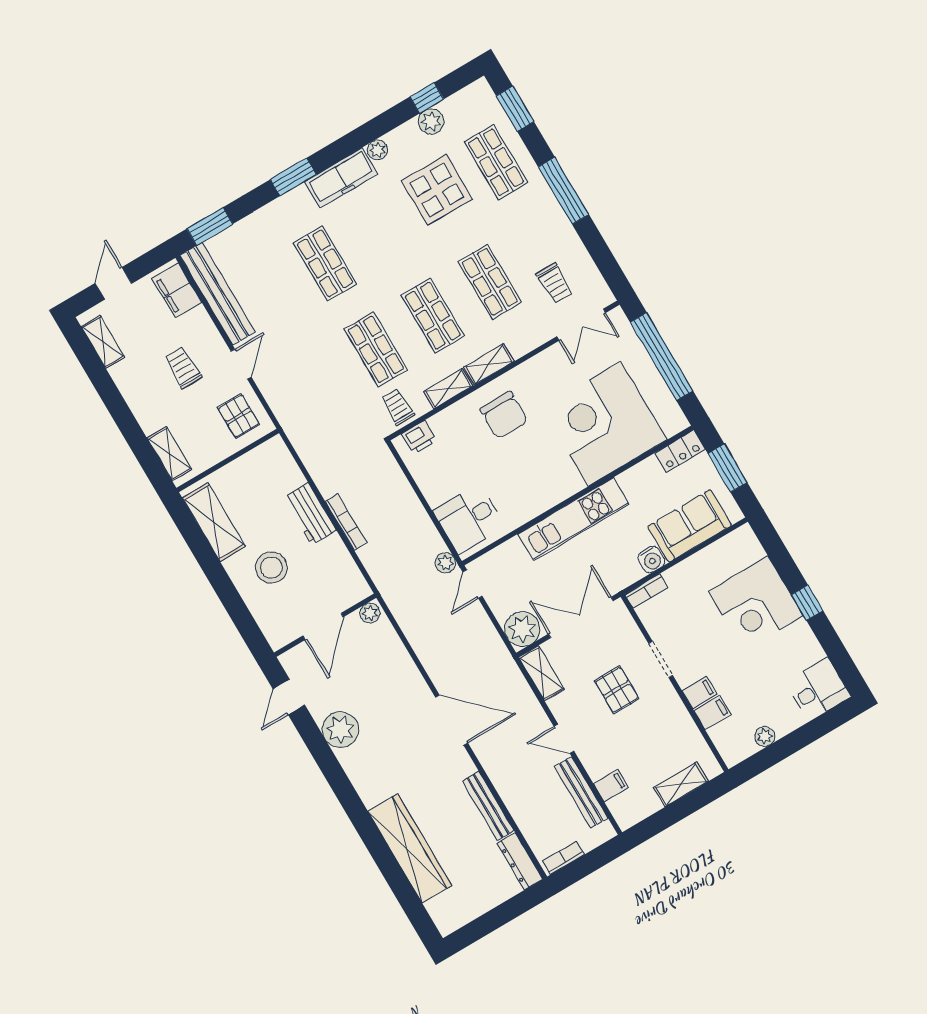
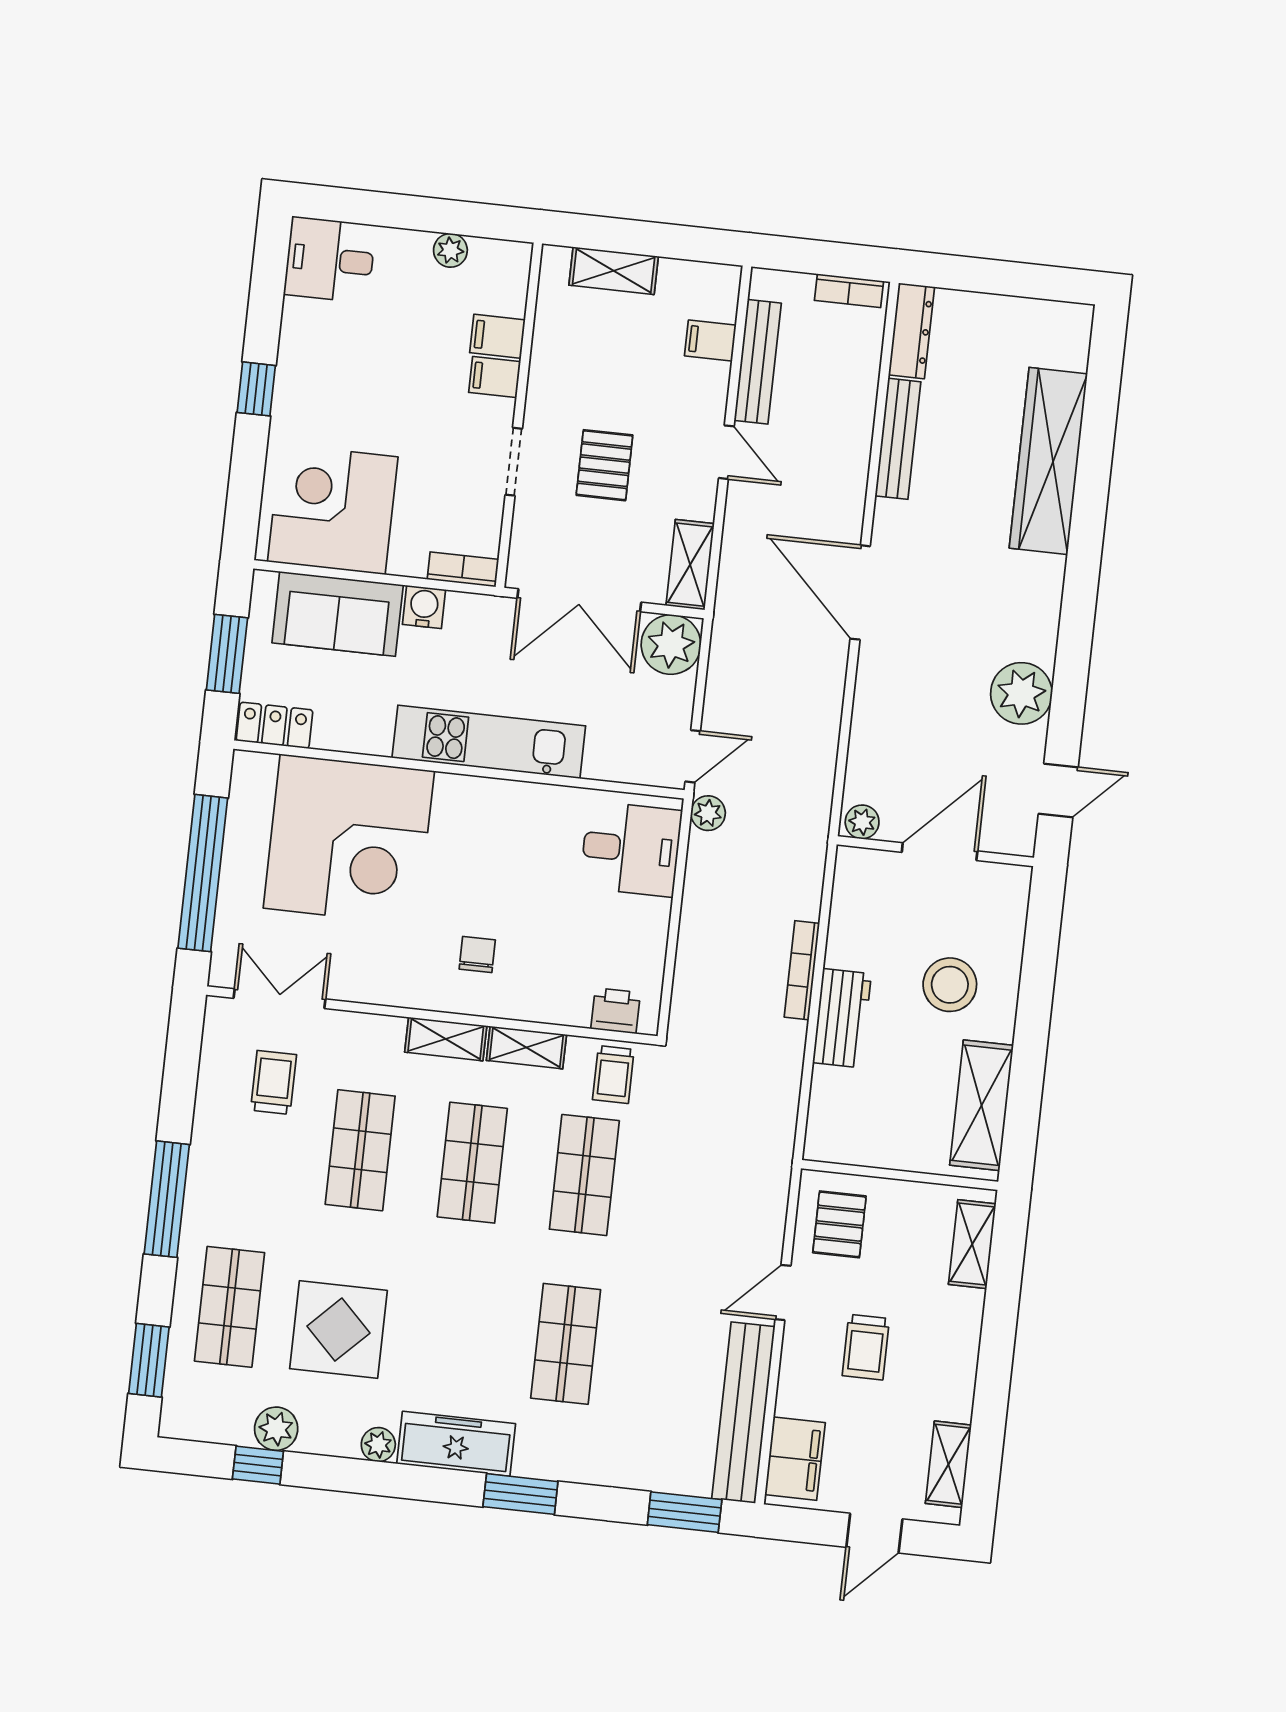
chair: (504, 415) -> (477, 955), width x0.54, depth x0.54
corner desk: (756, 603) -> (333, 509), moved, turned -90

